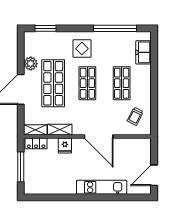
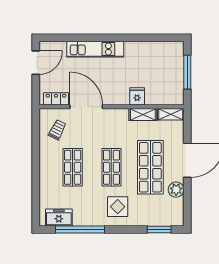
freezer: (144, 52) -> (59, 218), moved, turned -90
door: (99, 137) -> (86, 107), moved
locker: (36, 143) -> (56, 99), moved

